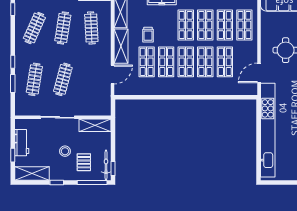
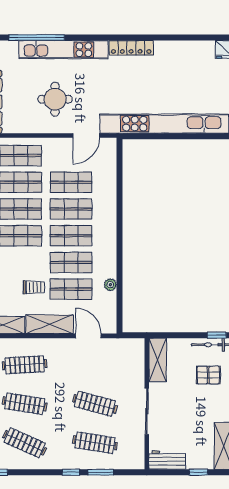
door: (259, 73) -> (86, 136), hinge flipped
plant: (150, 91) -> (110, 285), added
workbench: (22, 143) -> (167, 460), moved
stool: (65, 151) -> (193, 401), removed

